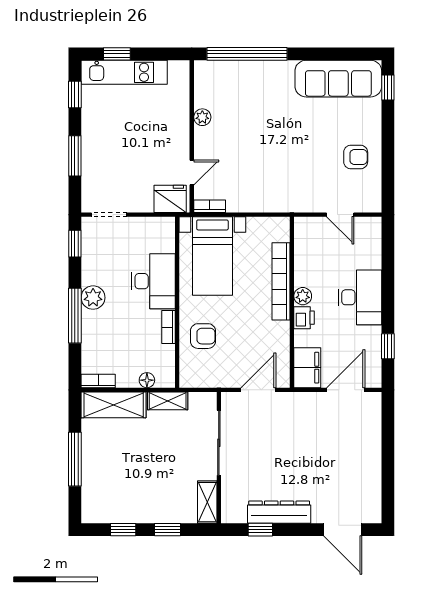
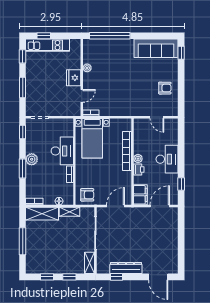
fridge: (170, 199) -> (74, 78), moved, turned -90
window: (75, 316) -> (23, 168), width x0.69
armchair: (203, 336) -> (87, 195), moved

